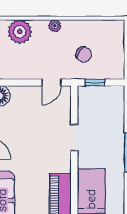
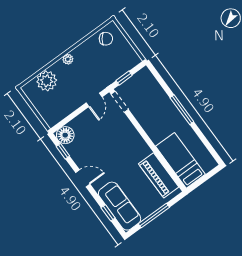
chair: (84, 54) -> (106, 39), moved
doorway: (74, 137) -> (120, 102), moved

